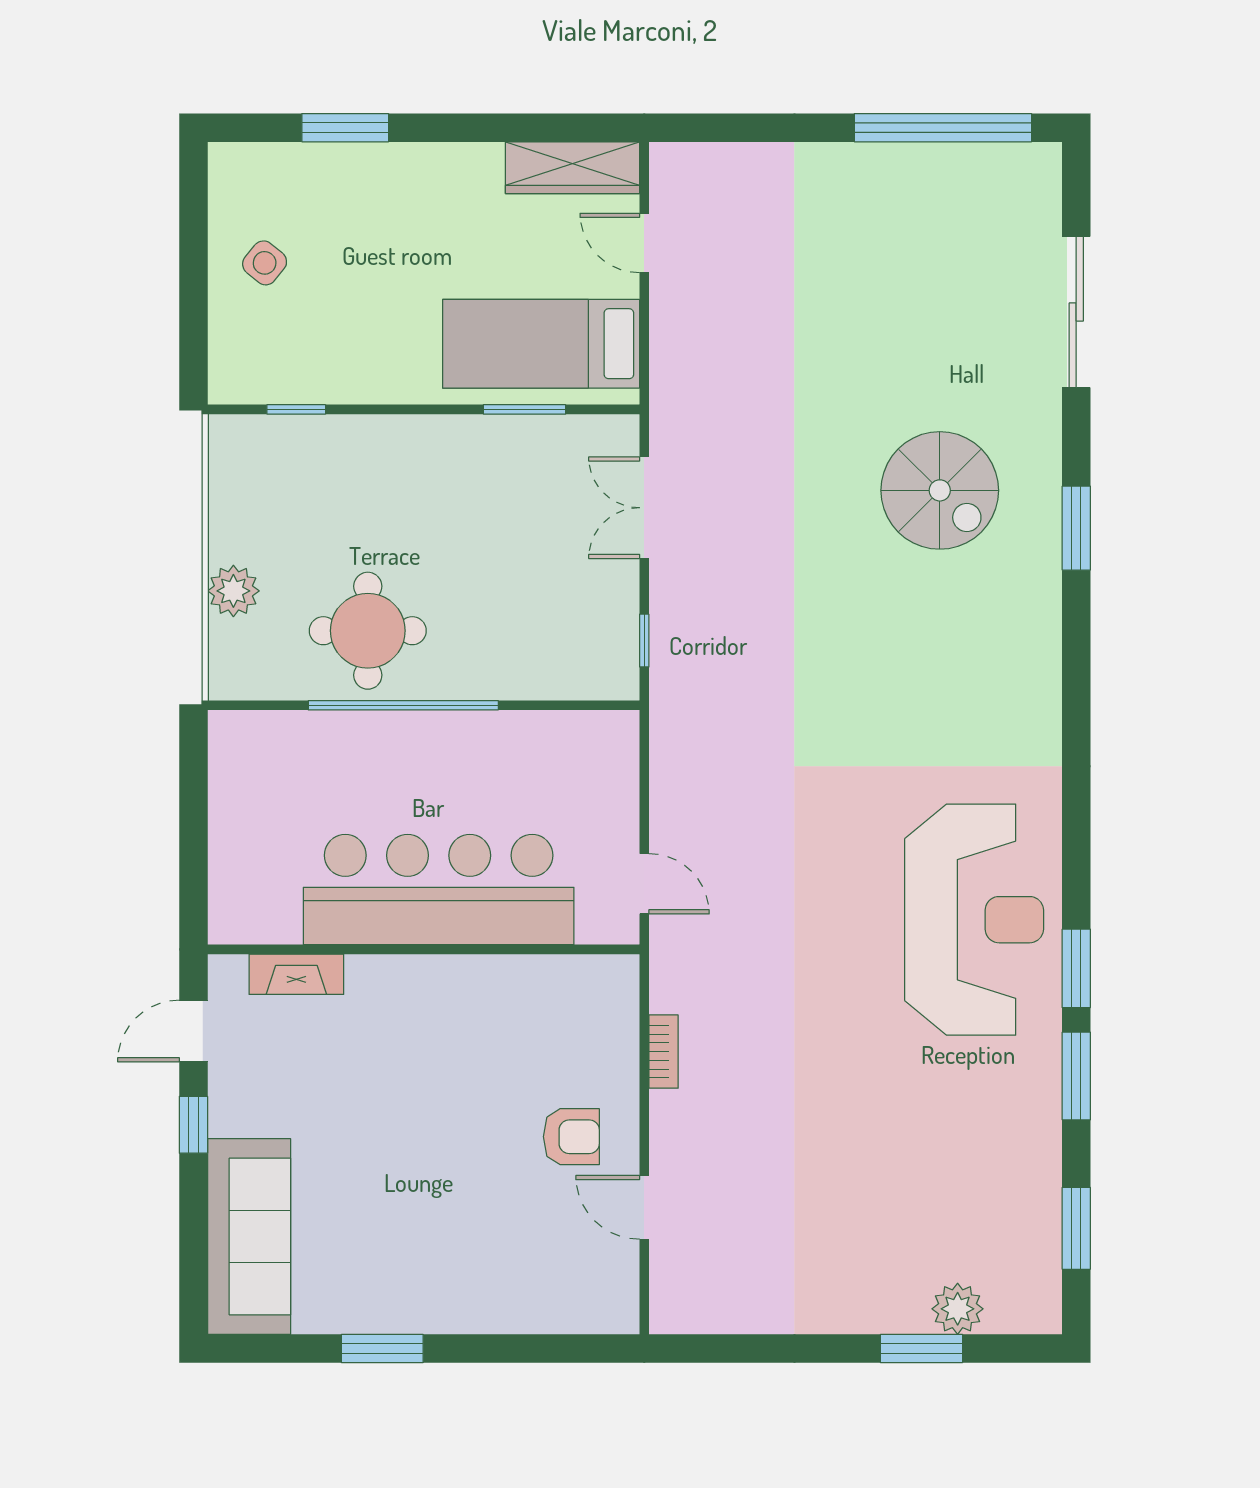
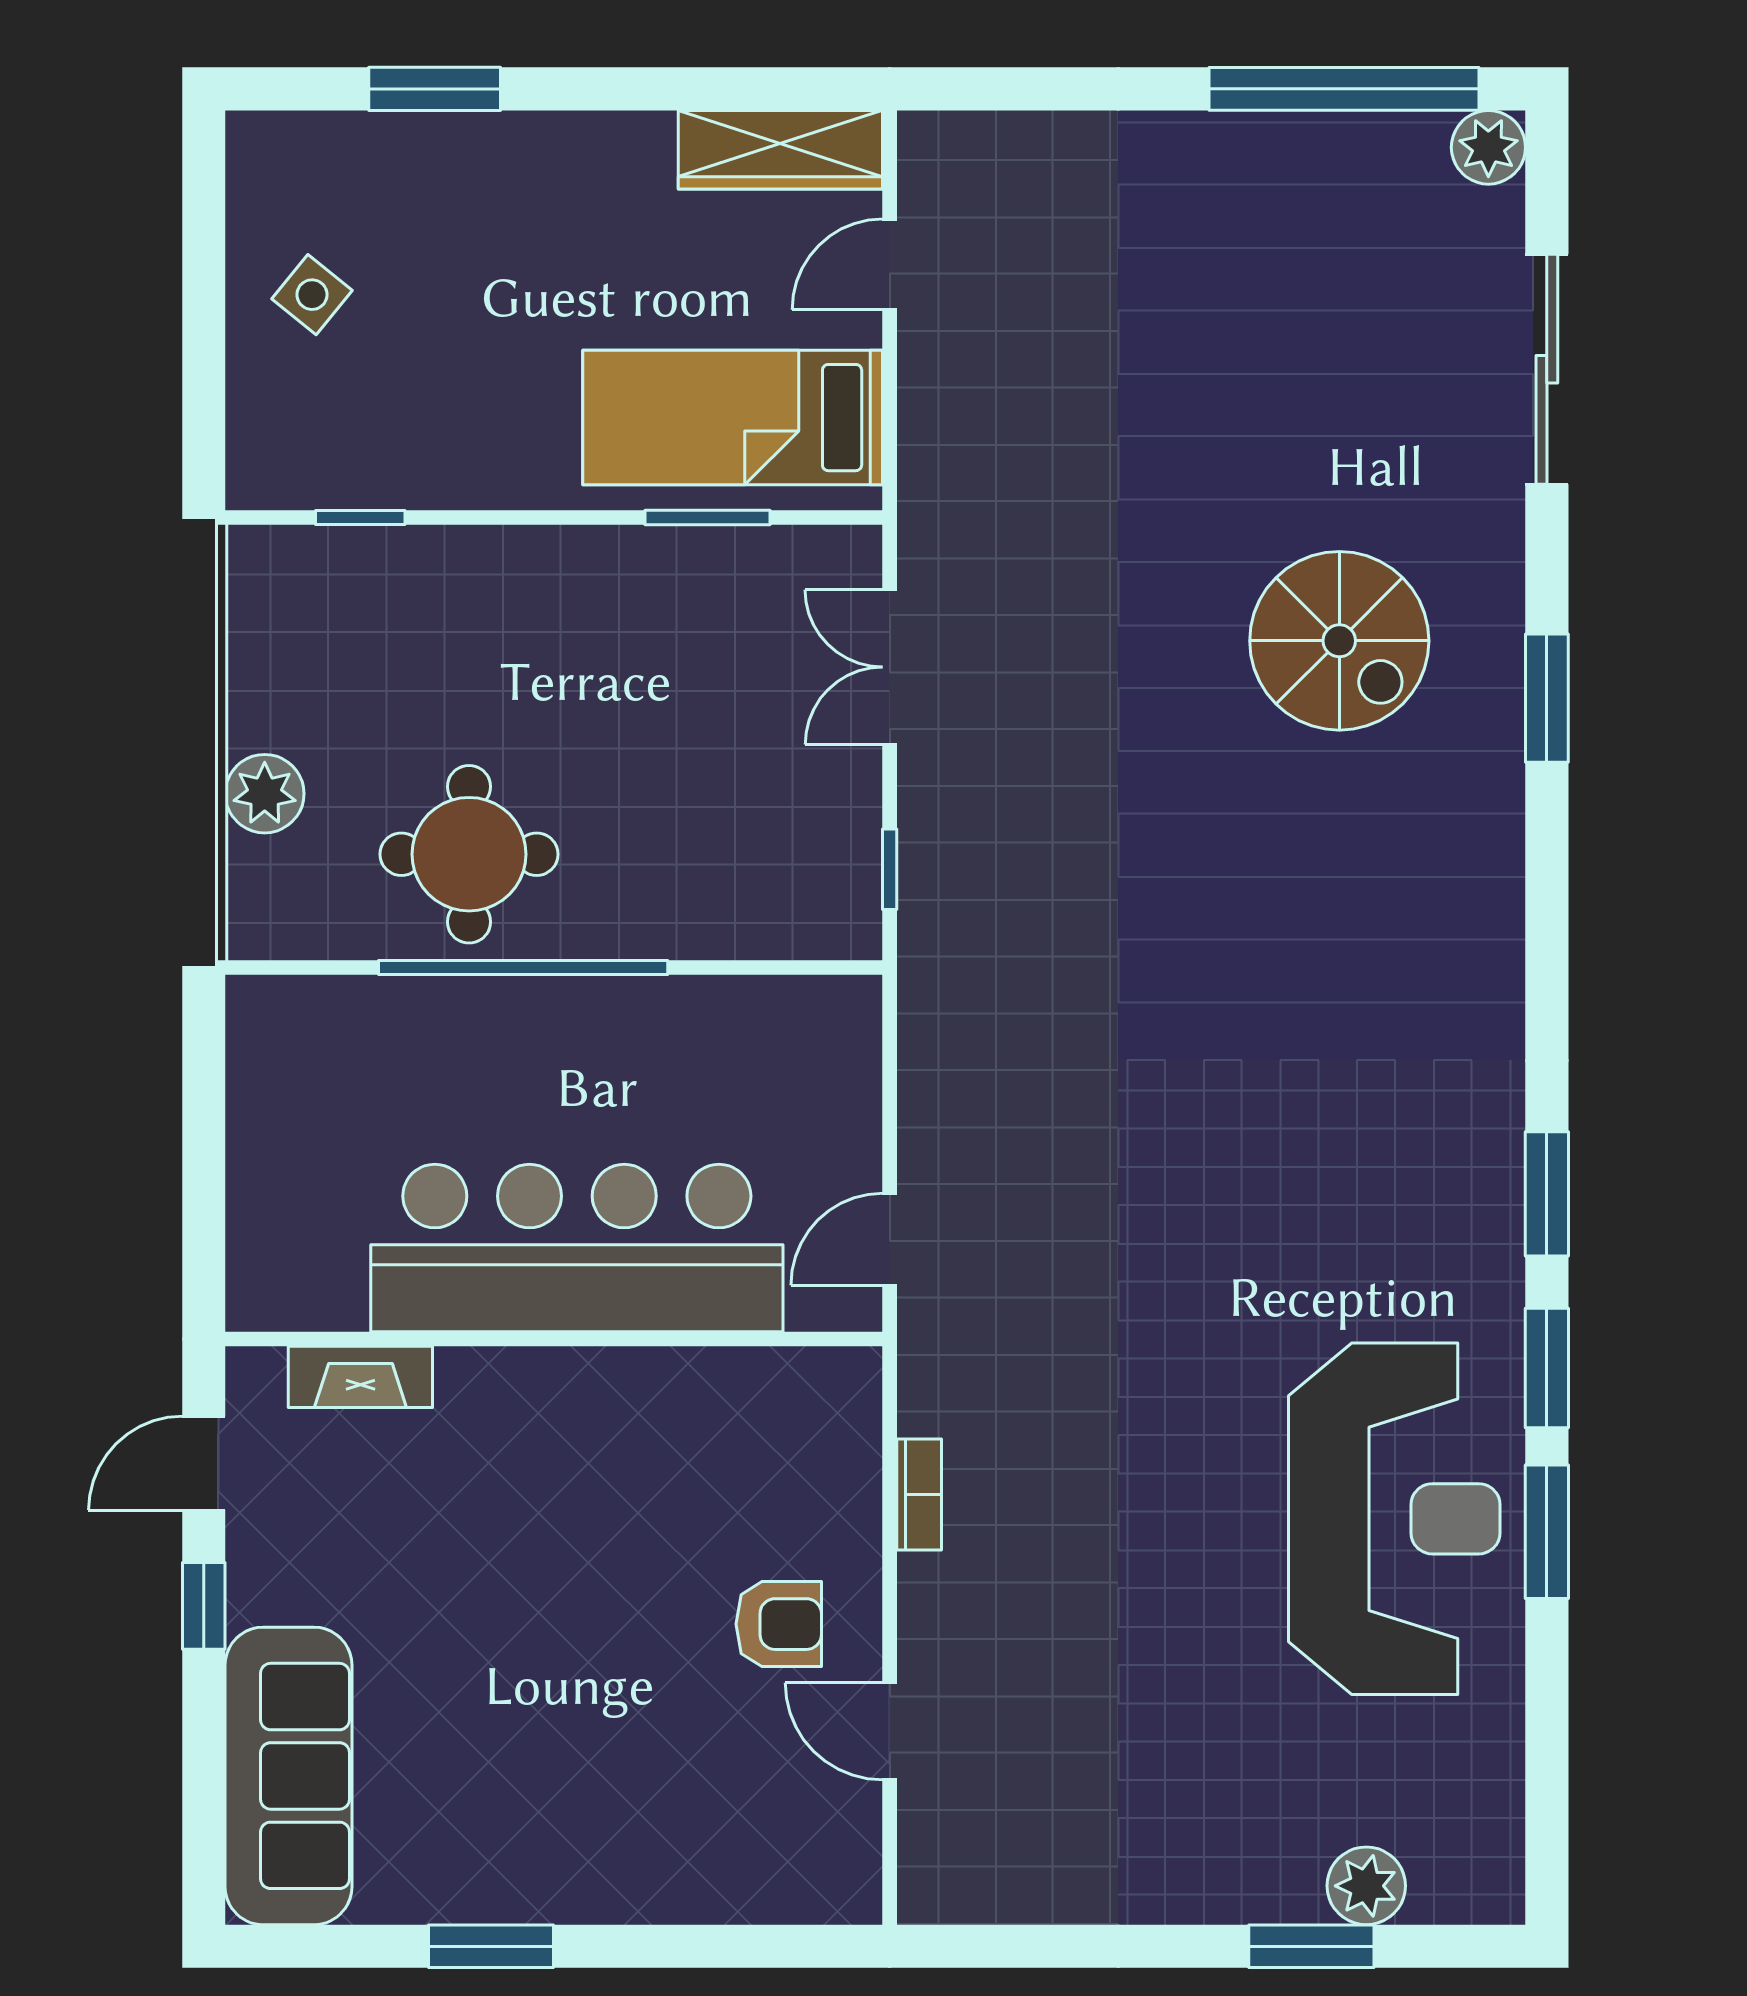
plant: (1038, 166) -> (1488, 147), added
door: (644, 243) -> (890, 264), hinge flipped
door: (644, 884) -> (890, 1239), swing flipped
reception desk: (974, 920) -> (1394, 1519), moved
window: (1076, 1228) -> (1547, 1194), moved

